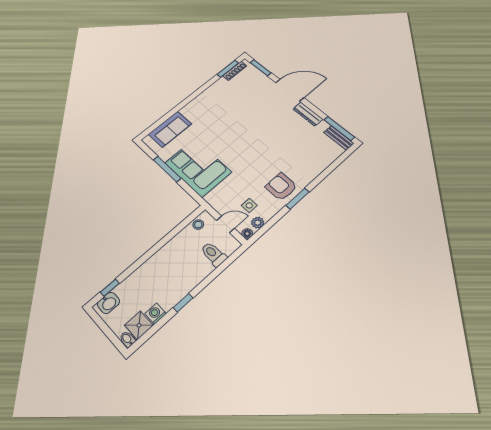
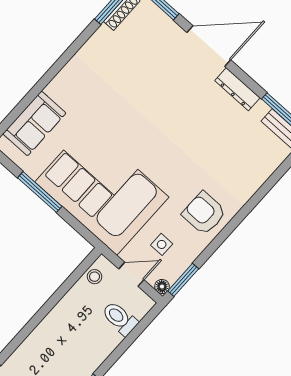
corner sofa: (198, 167) -> (102, 190), width x1.36, depth x1.36
window: (298, 199) -> (183, 280), moved
plant: (258, 223) -> (175, 270), removed

